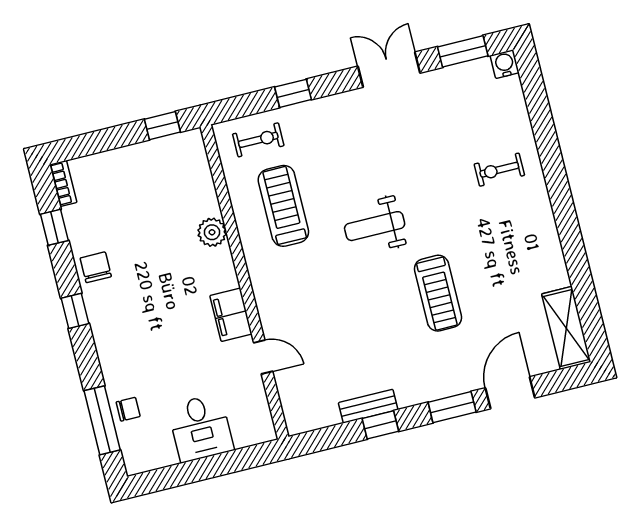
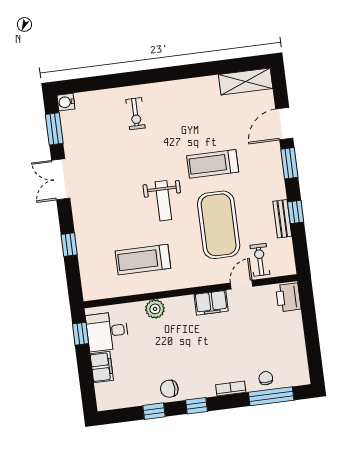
exercise bike: (258, 140) -> (260, 260), moved
filing cabinet: (116, 163) -> (102, 367), added
bookcase: (63, 183) -> (231, 389), moved
window: (54, 227) -> (154, 411), moved
treadmill: (438, 293) -> (213, 164), turned 180
exercise mat: (348, 313) -> (219, 225), added
door: (510, 393) -> (284, 124), hinge flipped
desk: (201, 428) -> (107, 331), moved, turned 180
printer: (252, 429) -> (288, 297), added

